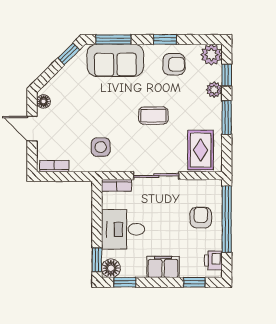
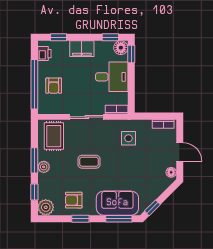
plant: (214, 90) -> (44, 167), moved

